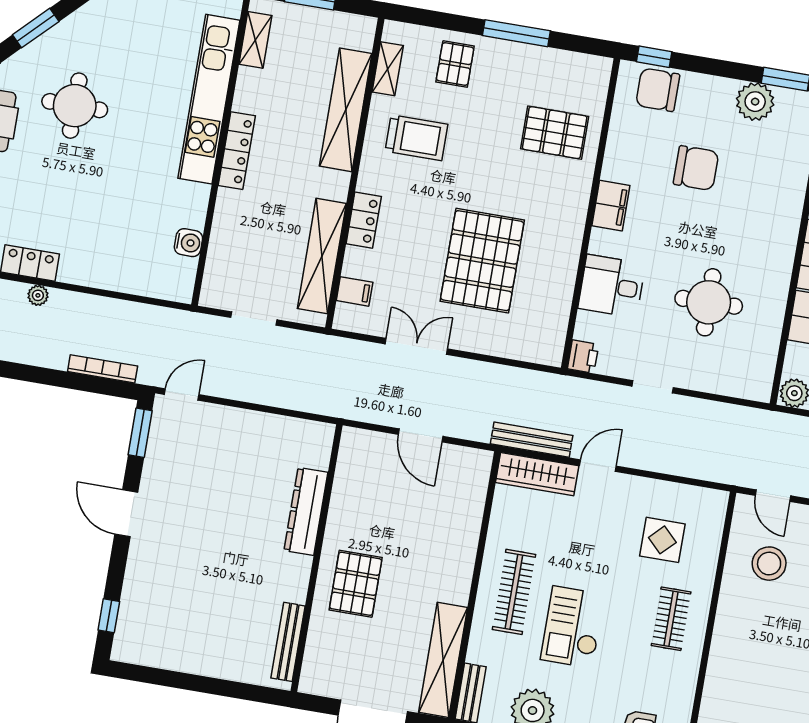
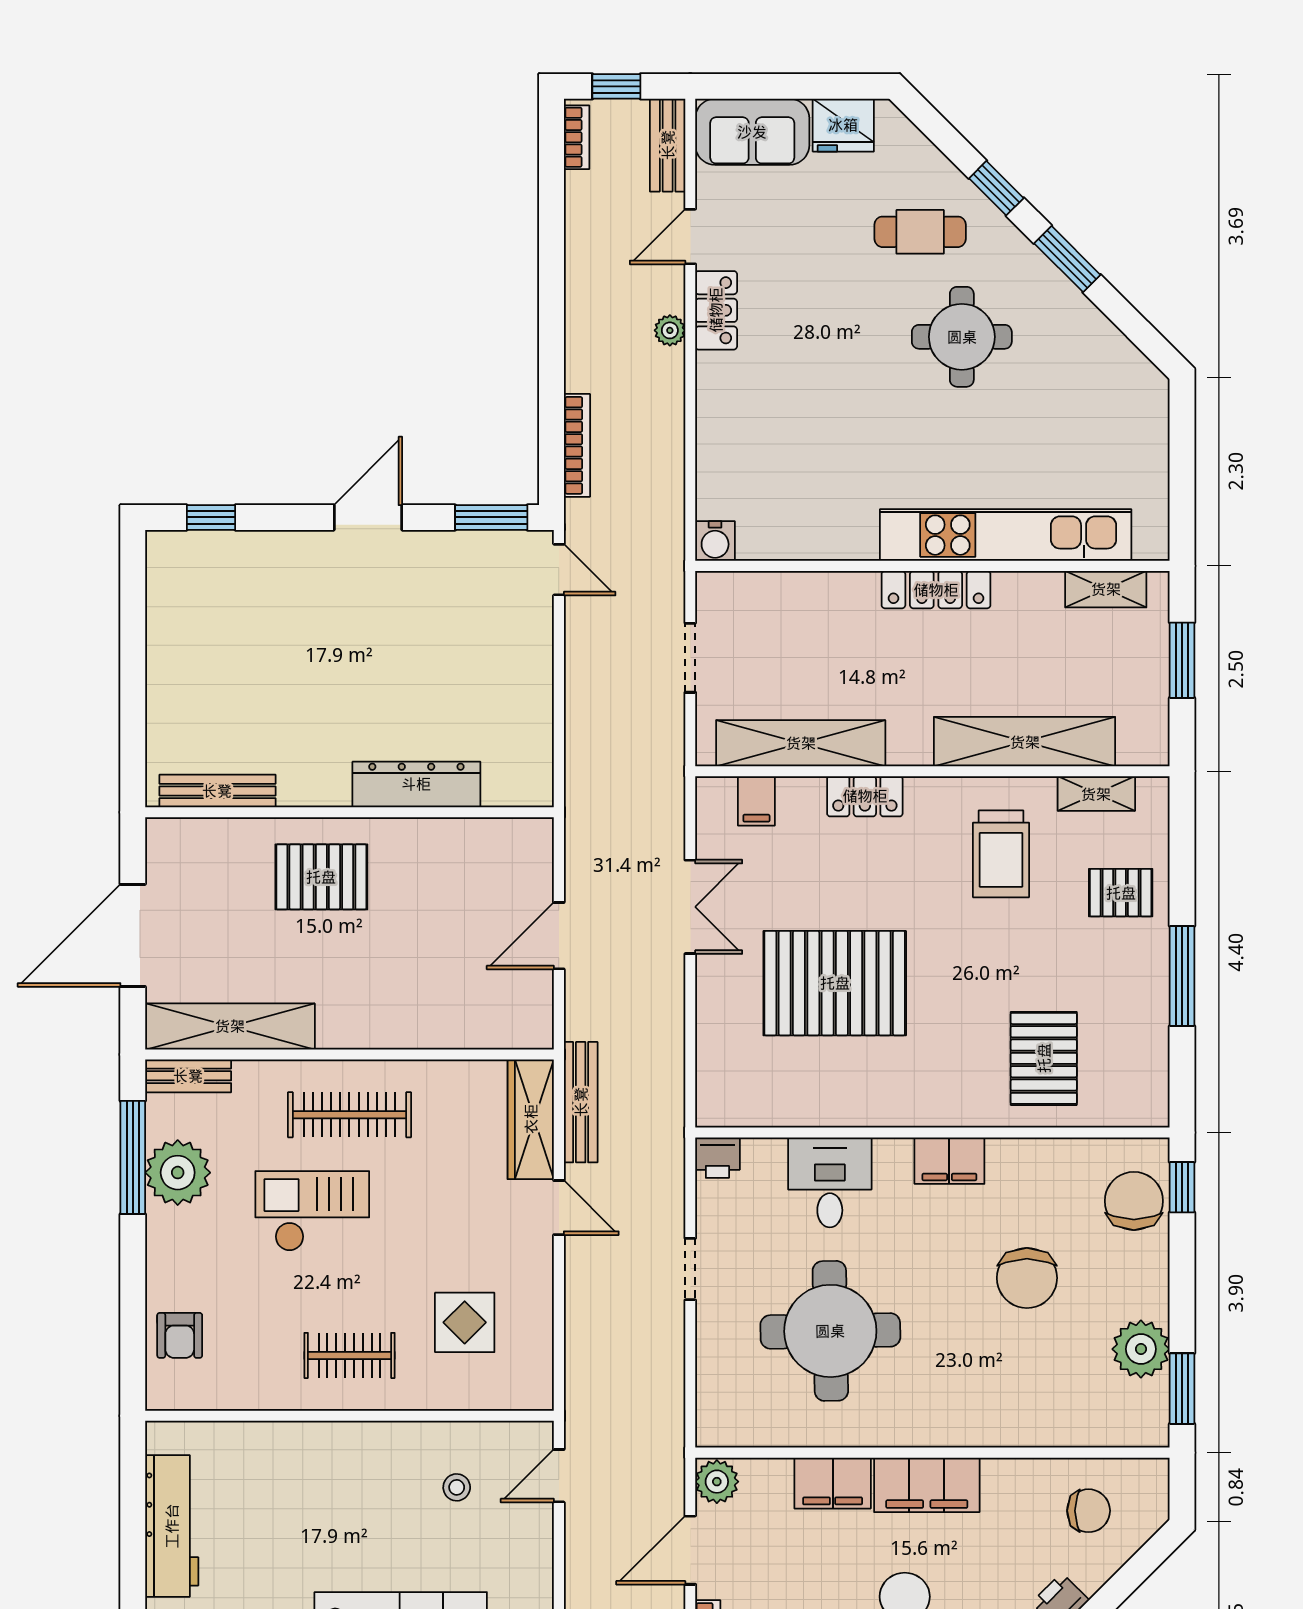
water cooler: (188, 243) -> (715, 541), moved
round table: (709, 302) -> (830, 1331), width x1.36, depth x1.36
stool: (769, 564) -> (457, 1487), width x0.53, depth x0.53

